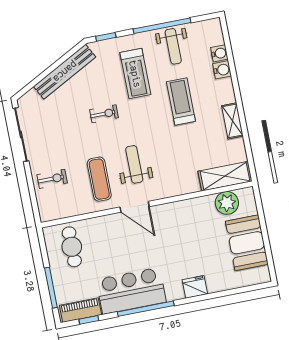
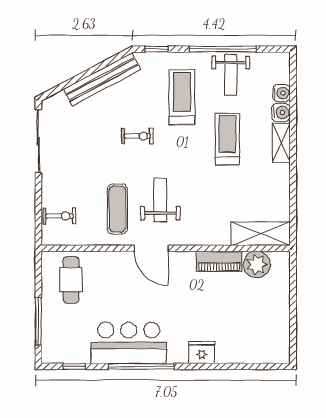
treadmill: (135, 74) -> (182, 97), turned 180
shelving: (232, 121) -> (281, 143), moved
exercise bike: (52, 179) -> (59, 216), moved
booth: (247, 243) -> (271, 314), removed
piano: (80, 310) -> (219, 261), moved, turned 180

